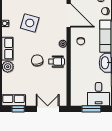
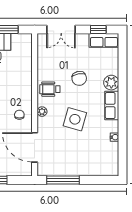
side table: (30, 23) -> (75, 119), moved
chair: (37, 60) -> (79, 78), moved

